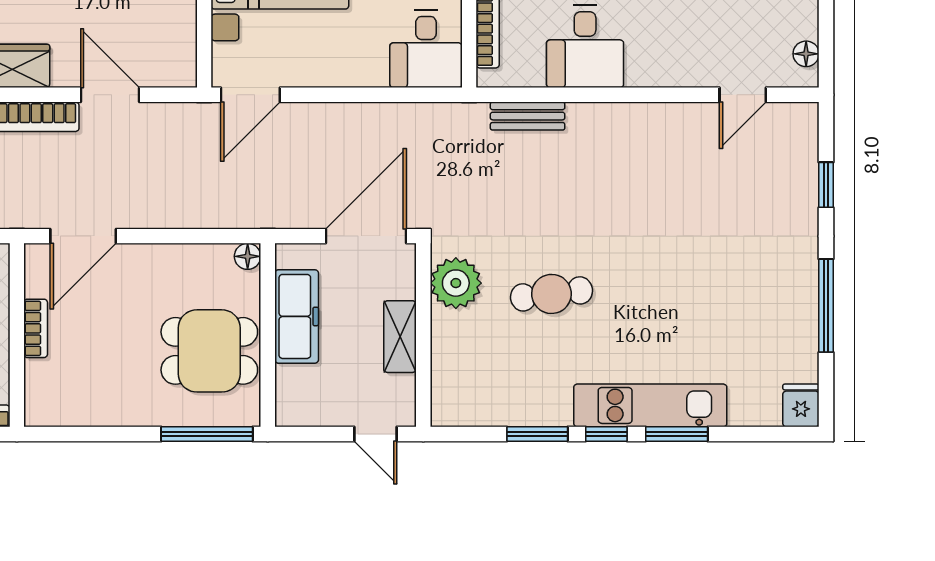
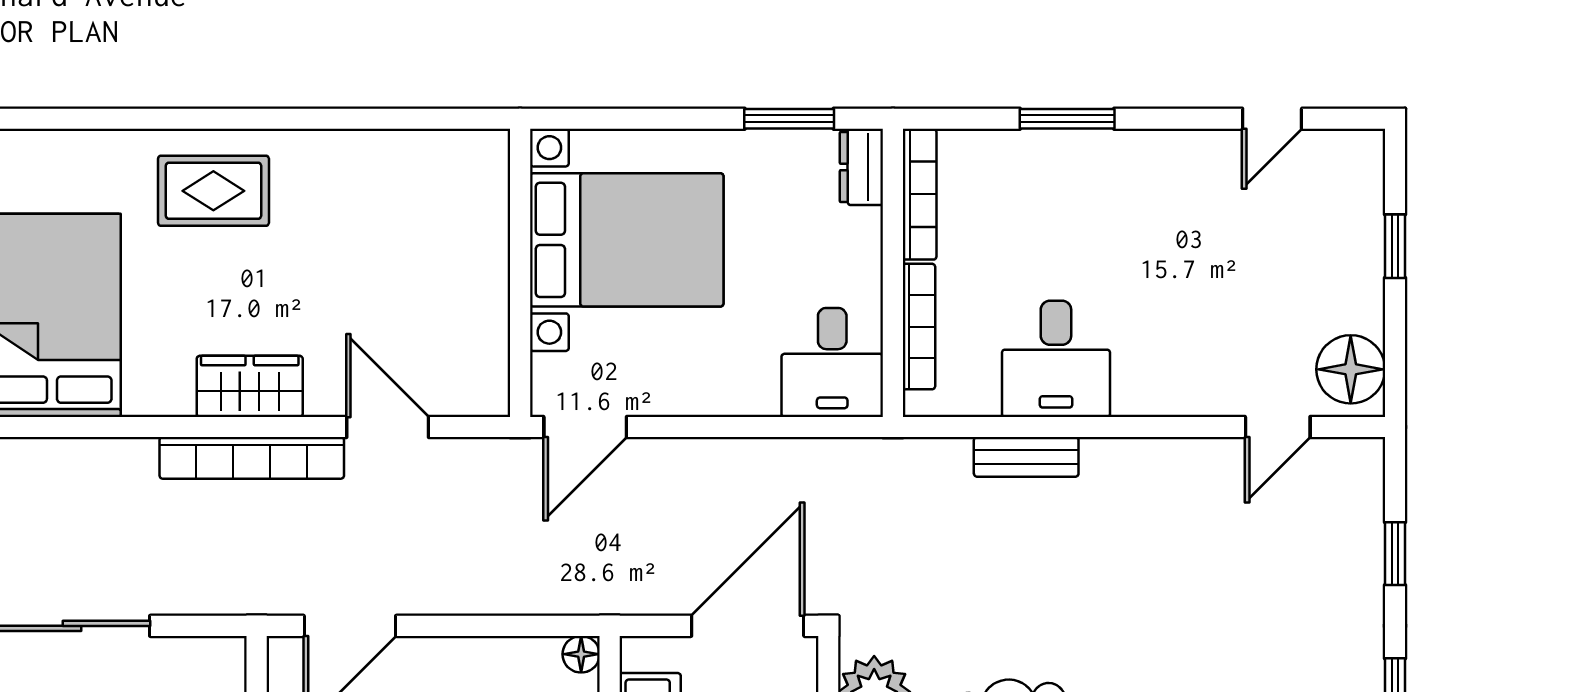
floor lamp: (806, 54) -> (1351, 369), width x1.89, depth x1.89
bench: (528, 116) -> (1026, 457), moved

